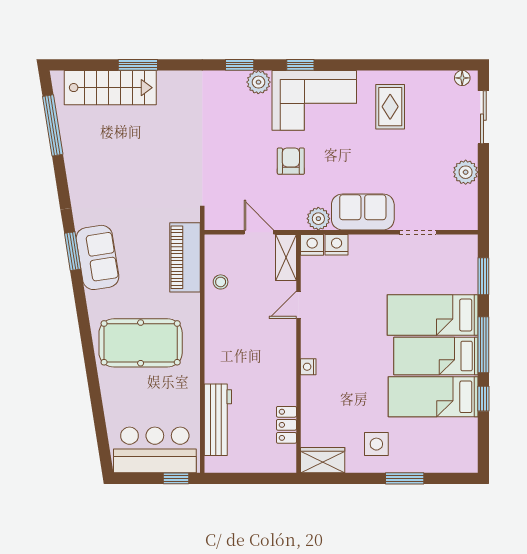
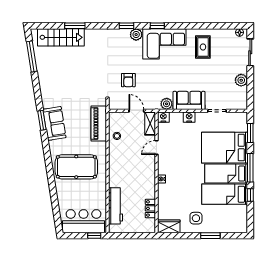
armchair: (291, 161) -> (128, 80), moved, turned 180
nightstand: (337, 245) -> (189, 117), moved
bed: (433, 315) -> (225, 148), width x1.50

